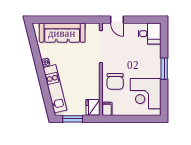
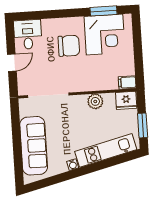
door: (117, 20) -> (12, 63), moved
window: (164, 69) -> (104, 11), moved
chair: (115, 81) -> (69, 46), moved
plant: (94, 83) -> (95, 101), added

